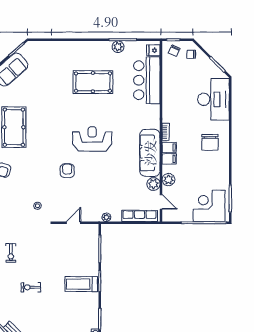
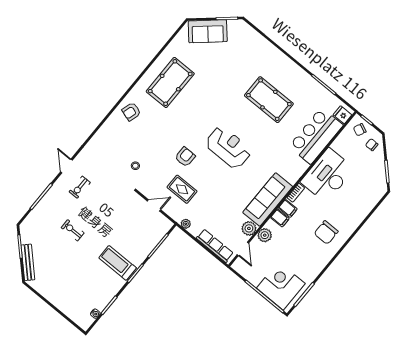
plant: (118, 47) -> (315, 87), removed
desk: (213, 99) -> (327, 175), moved, turned 180
rug: (84, 195) -> (182, 189), added

